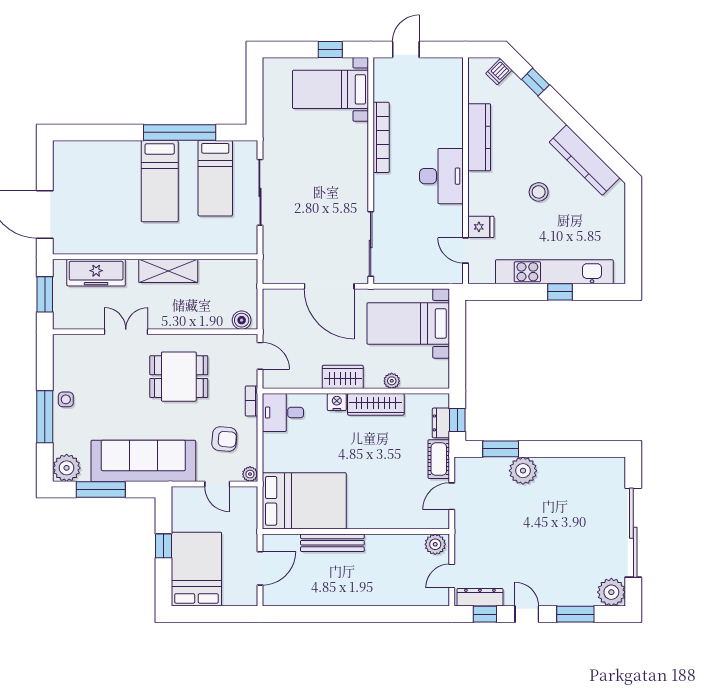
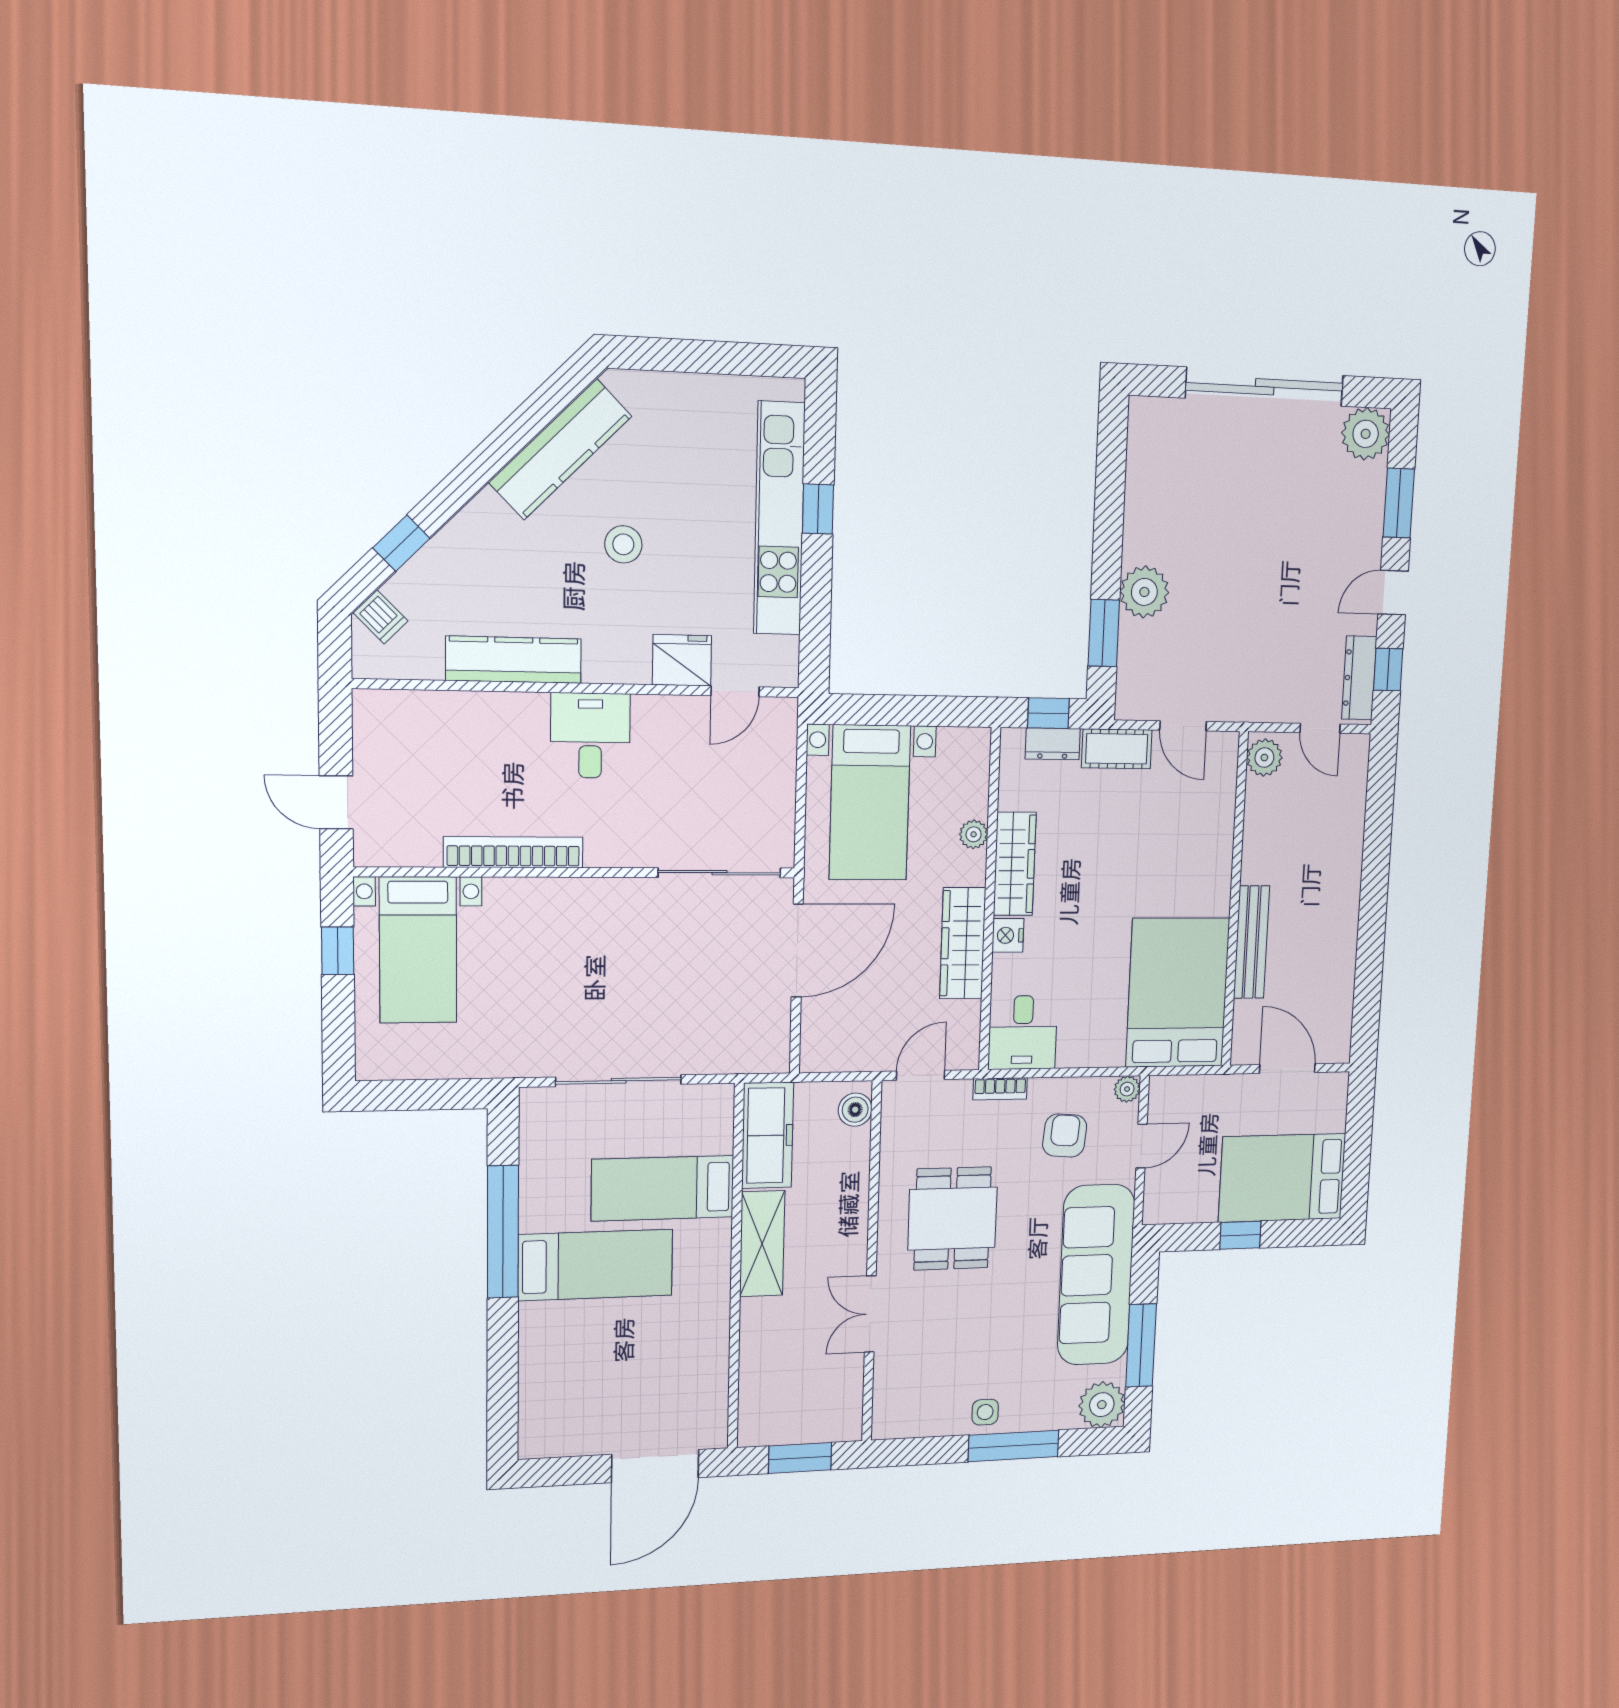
desk: (441, 176) -> (590, 735), width x0.73
bed: (215, 178) -> (663, 1188), moved, turned 180
fridge: (481, 227) -> (682, 660), width x1.38
freezer: (96, 273) -> (768, 1135), moved
wardrobe: (343, 377) -> (963, 943), width x1.50

